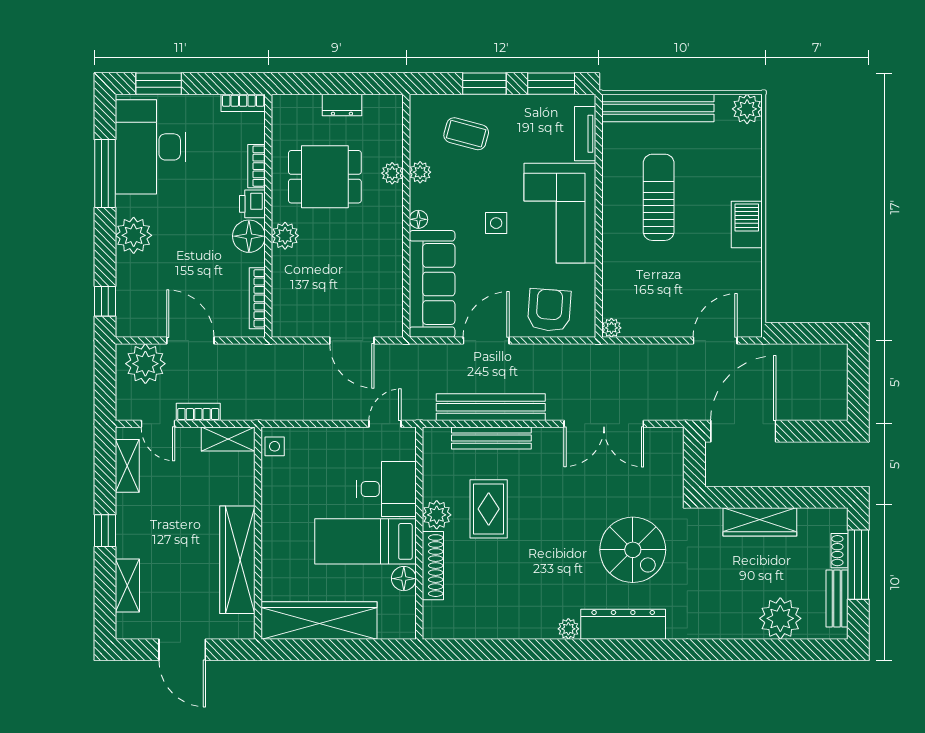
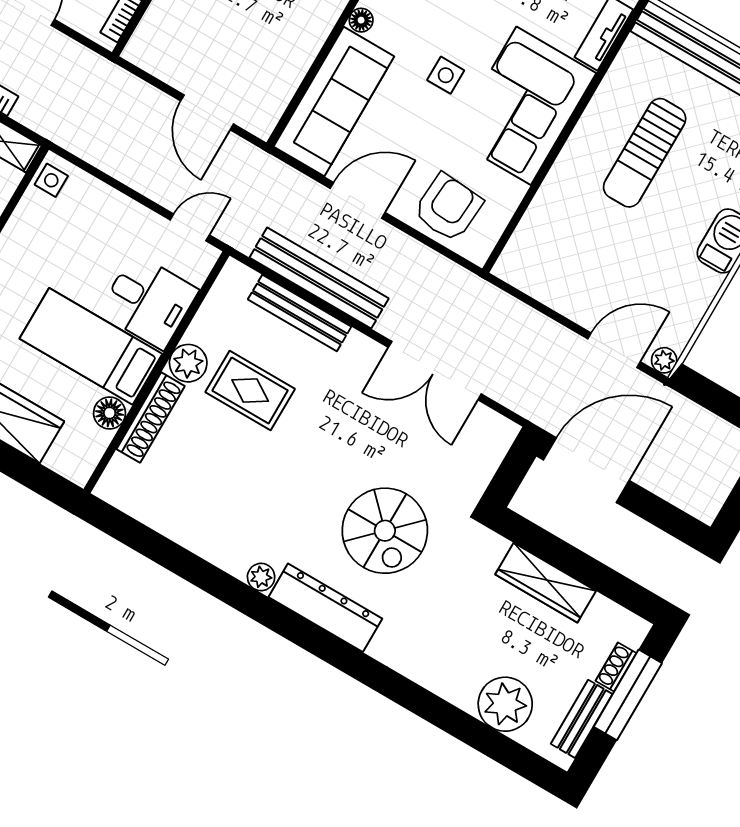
sun lounger: (659, 197) -> (645, 153), turned 180
plant: (611, 328) -> (664, 360), moved
rug: (489, 509) -> (250, 391), turned 90

